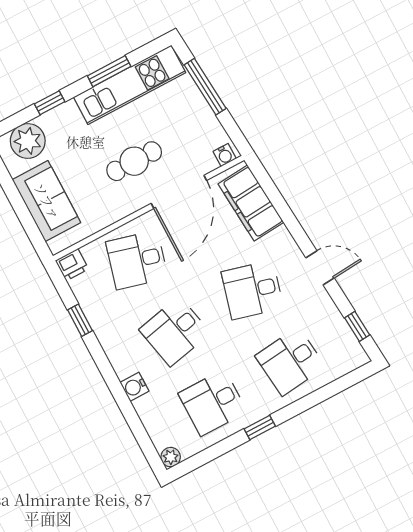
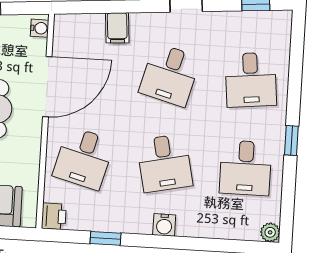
door: (179, 192) -> (47, 87), hinge flipped
filing cabinet: (251, 203) -> (117, 28), width x0.33, depth x0.86
water cooler: (134, 387) -> (164, 225), moved

